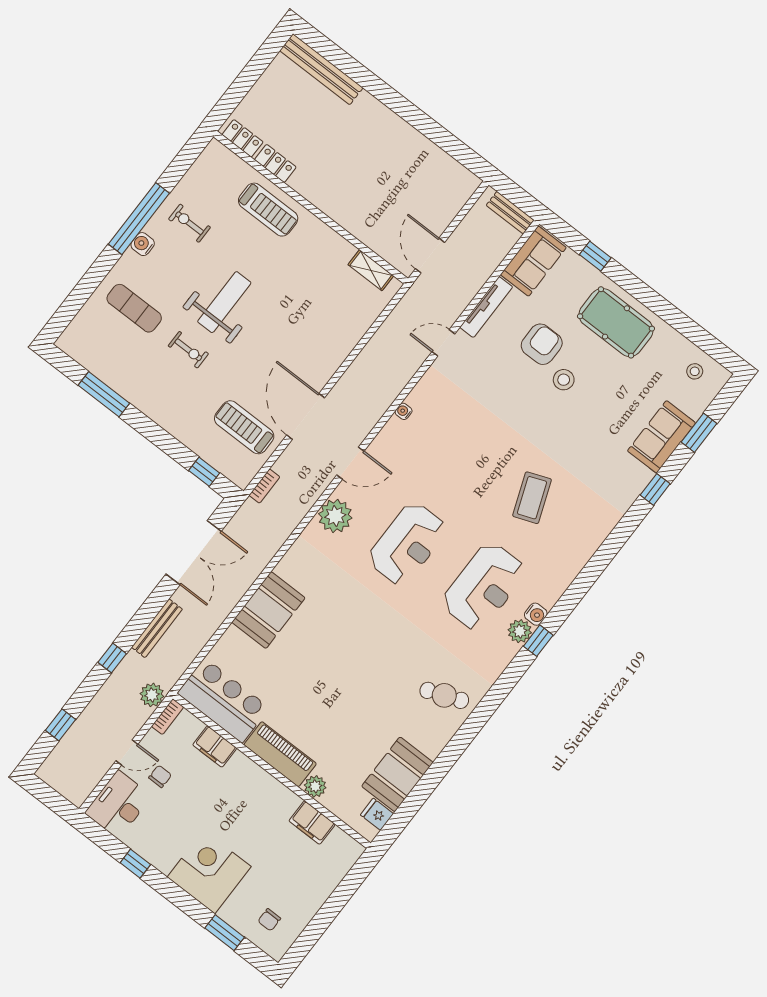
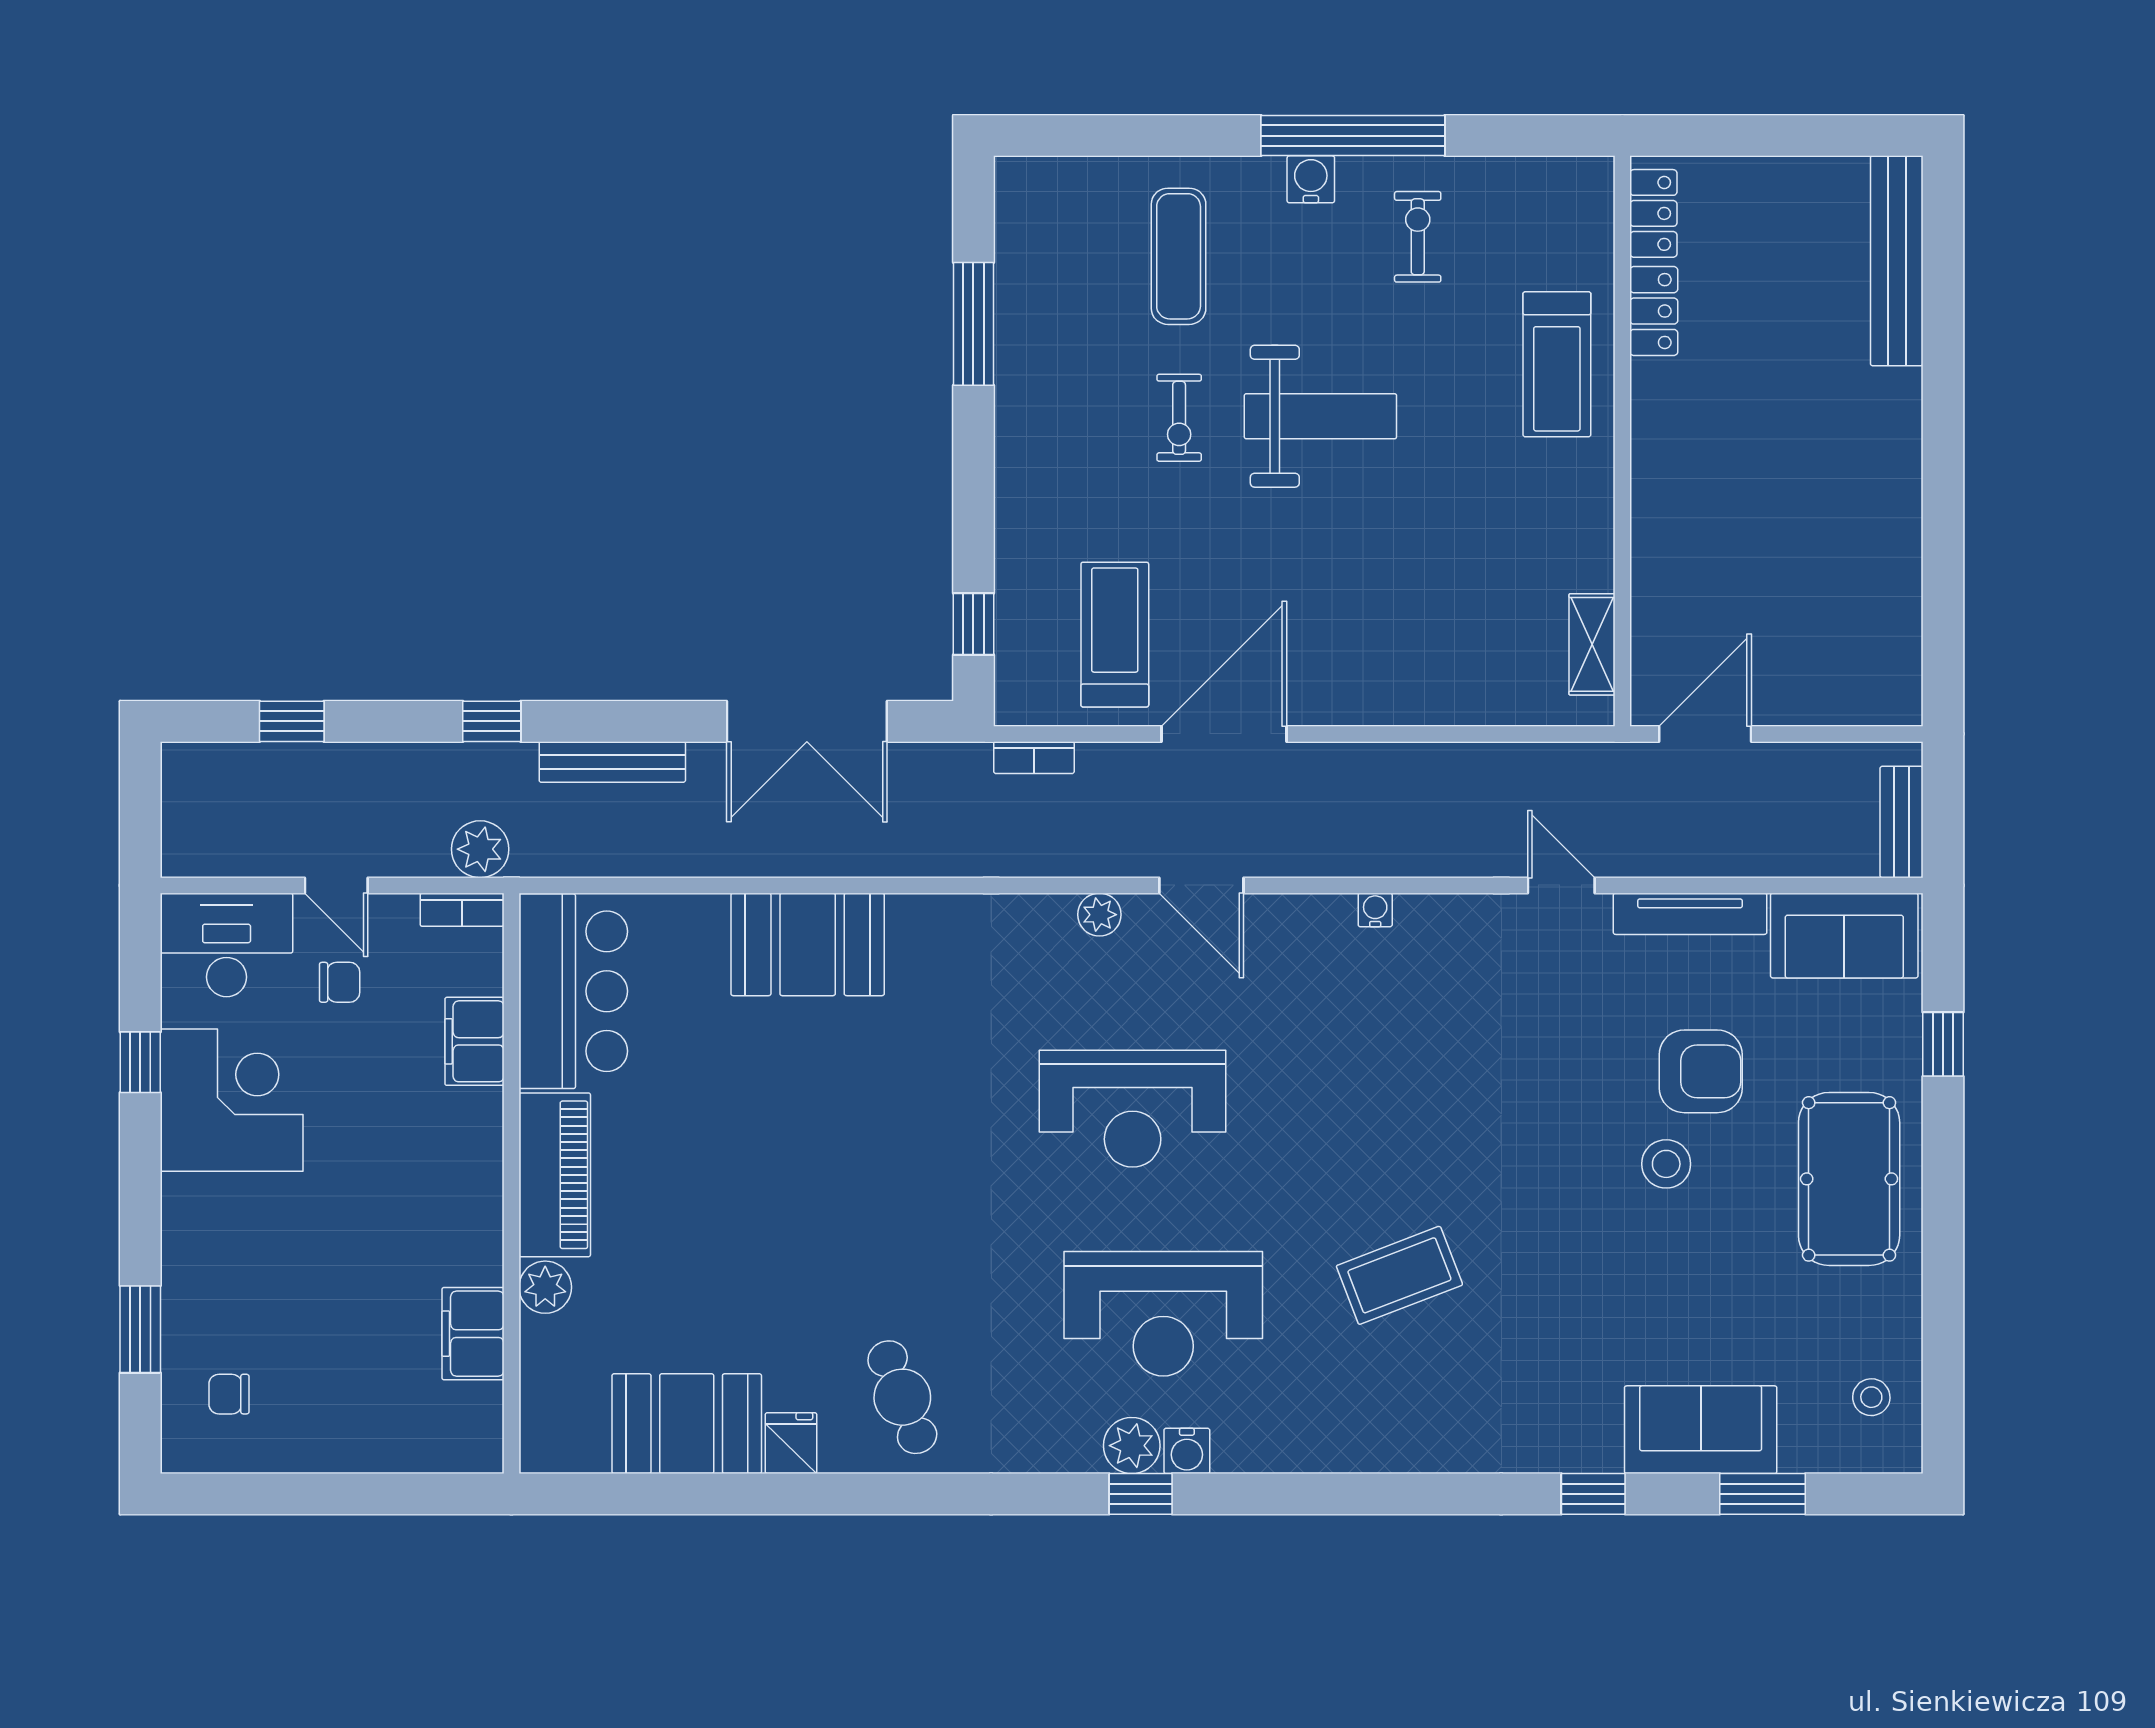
plant: (335, 516) -> (1099, 915), width x0.53, depth x0.53
fridge: (377, 814) -> (791, 1443), moved
corner desk: (209, 872) -> (232, 1100), moved

